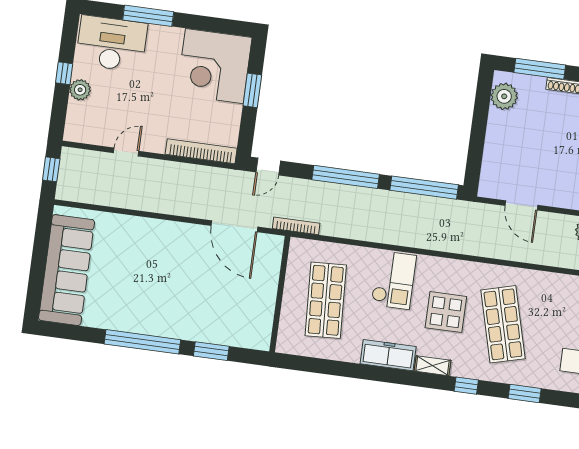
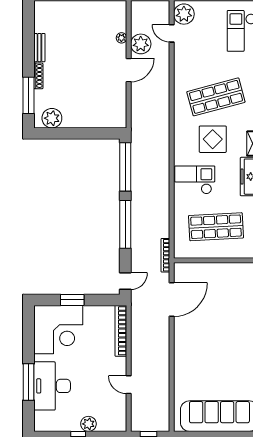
desk: (112, 44) -> (52, 386), moved
door: (268, 166) -> (125, 281), hinge flipped
door: (521, 205) -> (129, 70), moved

